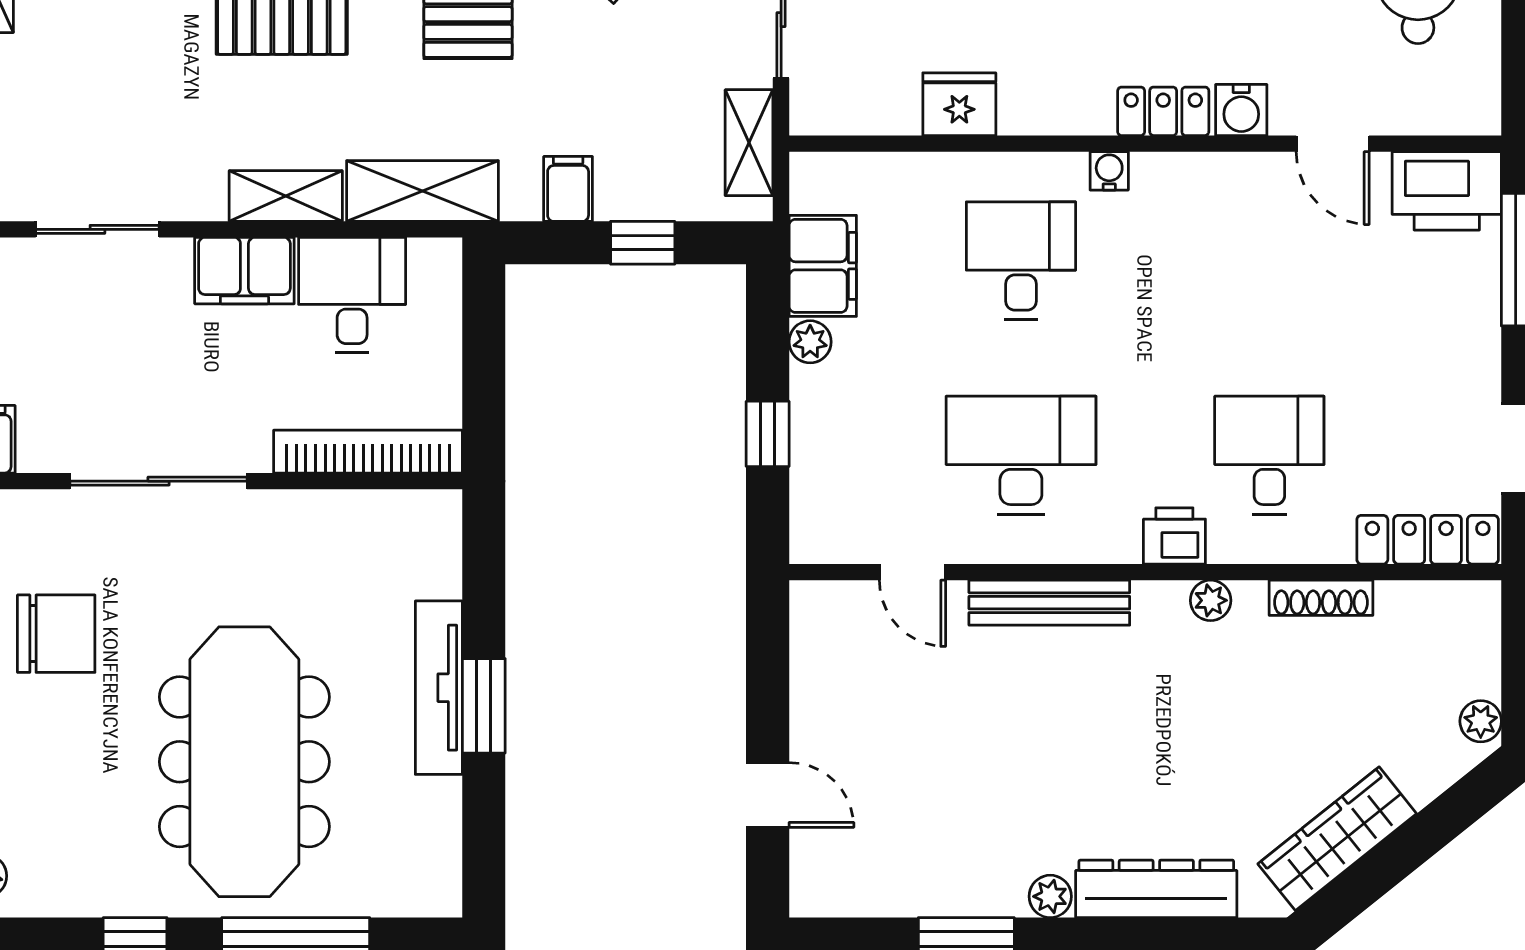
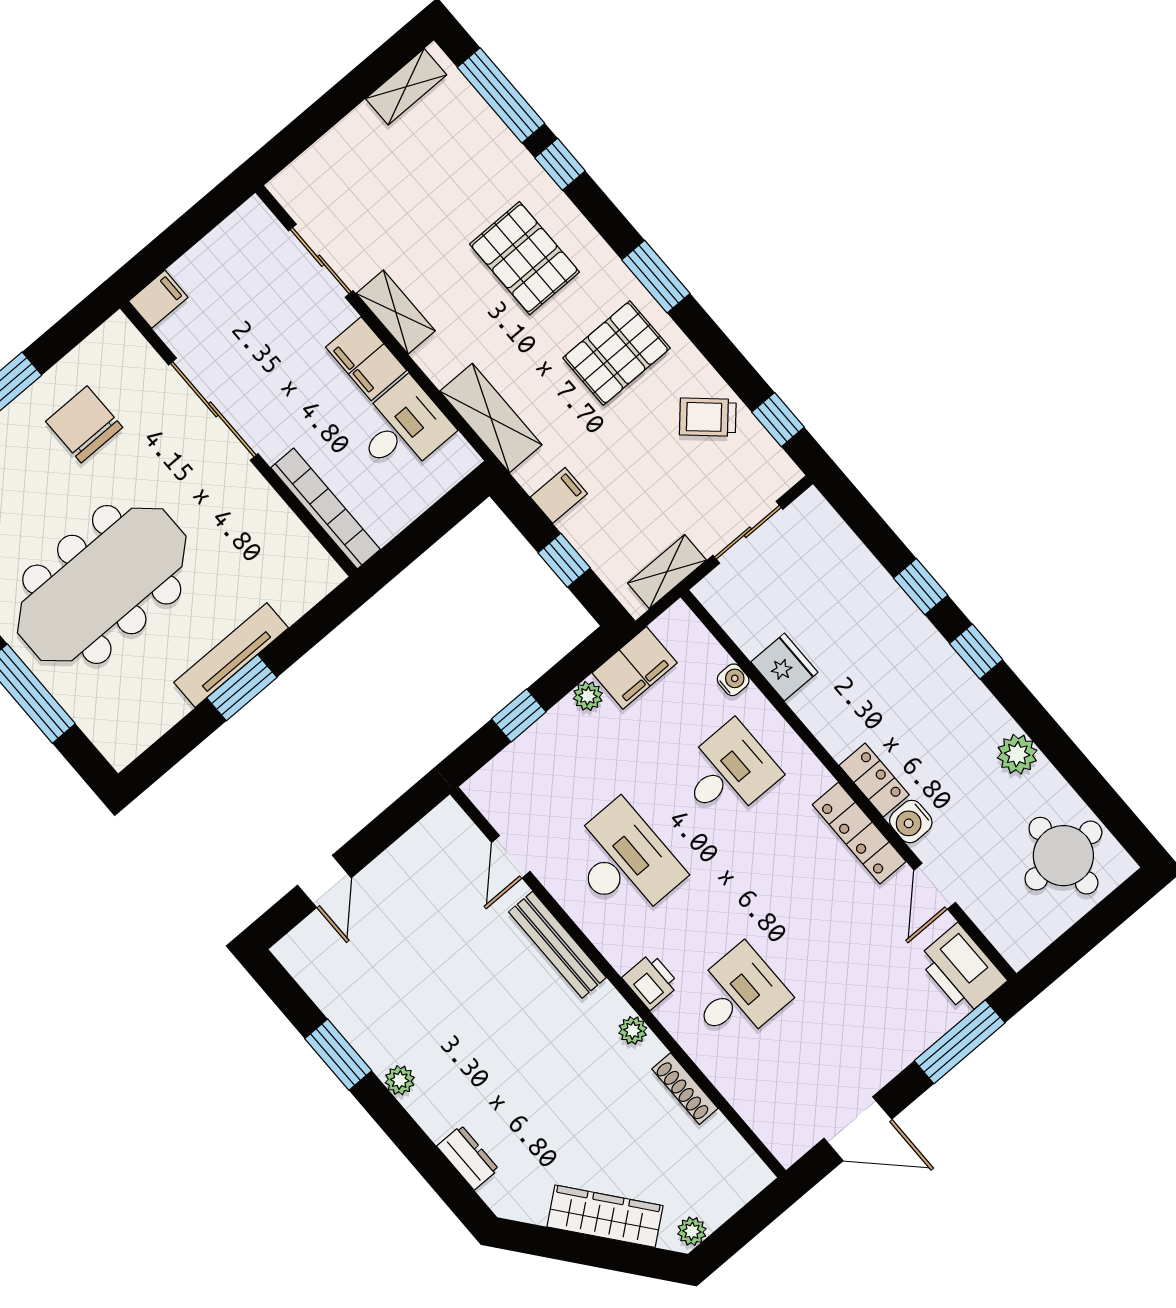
water cooler: (1109, 171) -> (733, 680), moved
shelving: (286, 196) -> (396, 312), moved
locker: (1428, 540) -> (859, 833), moved, turned 180
chair: (56, 634) -> (84, 424), turned 180
wardrobe: (1337, 839) -> (605, 1216), moved
dresser: (1156, 889) -> (468, 1158), width x0.51, depth x0.80

